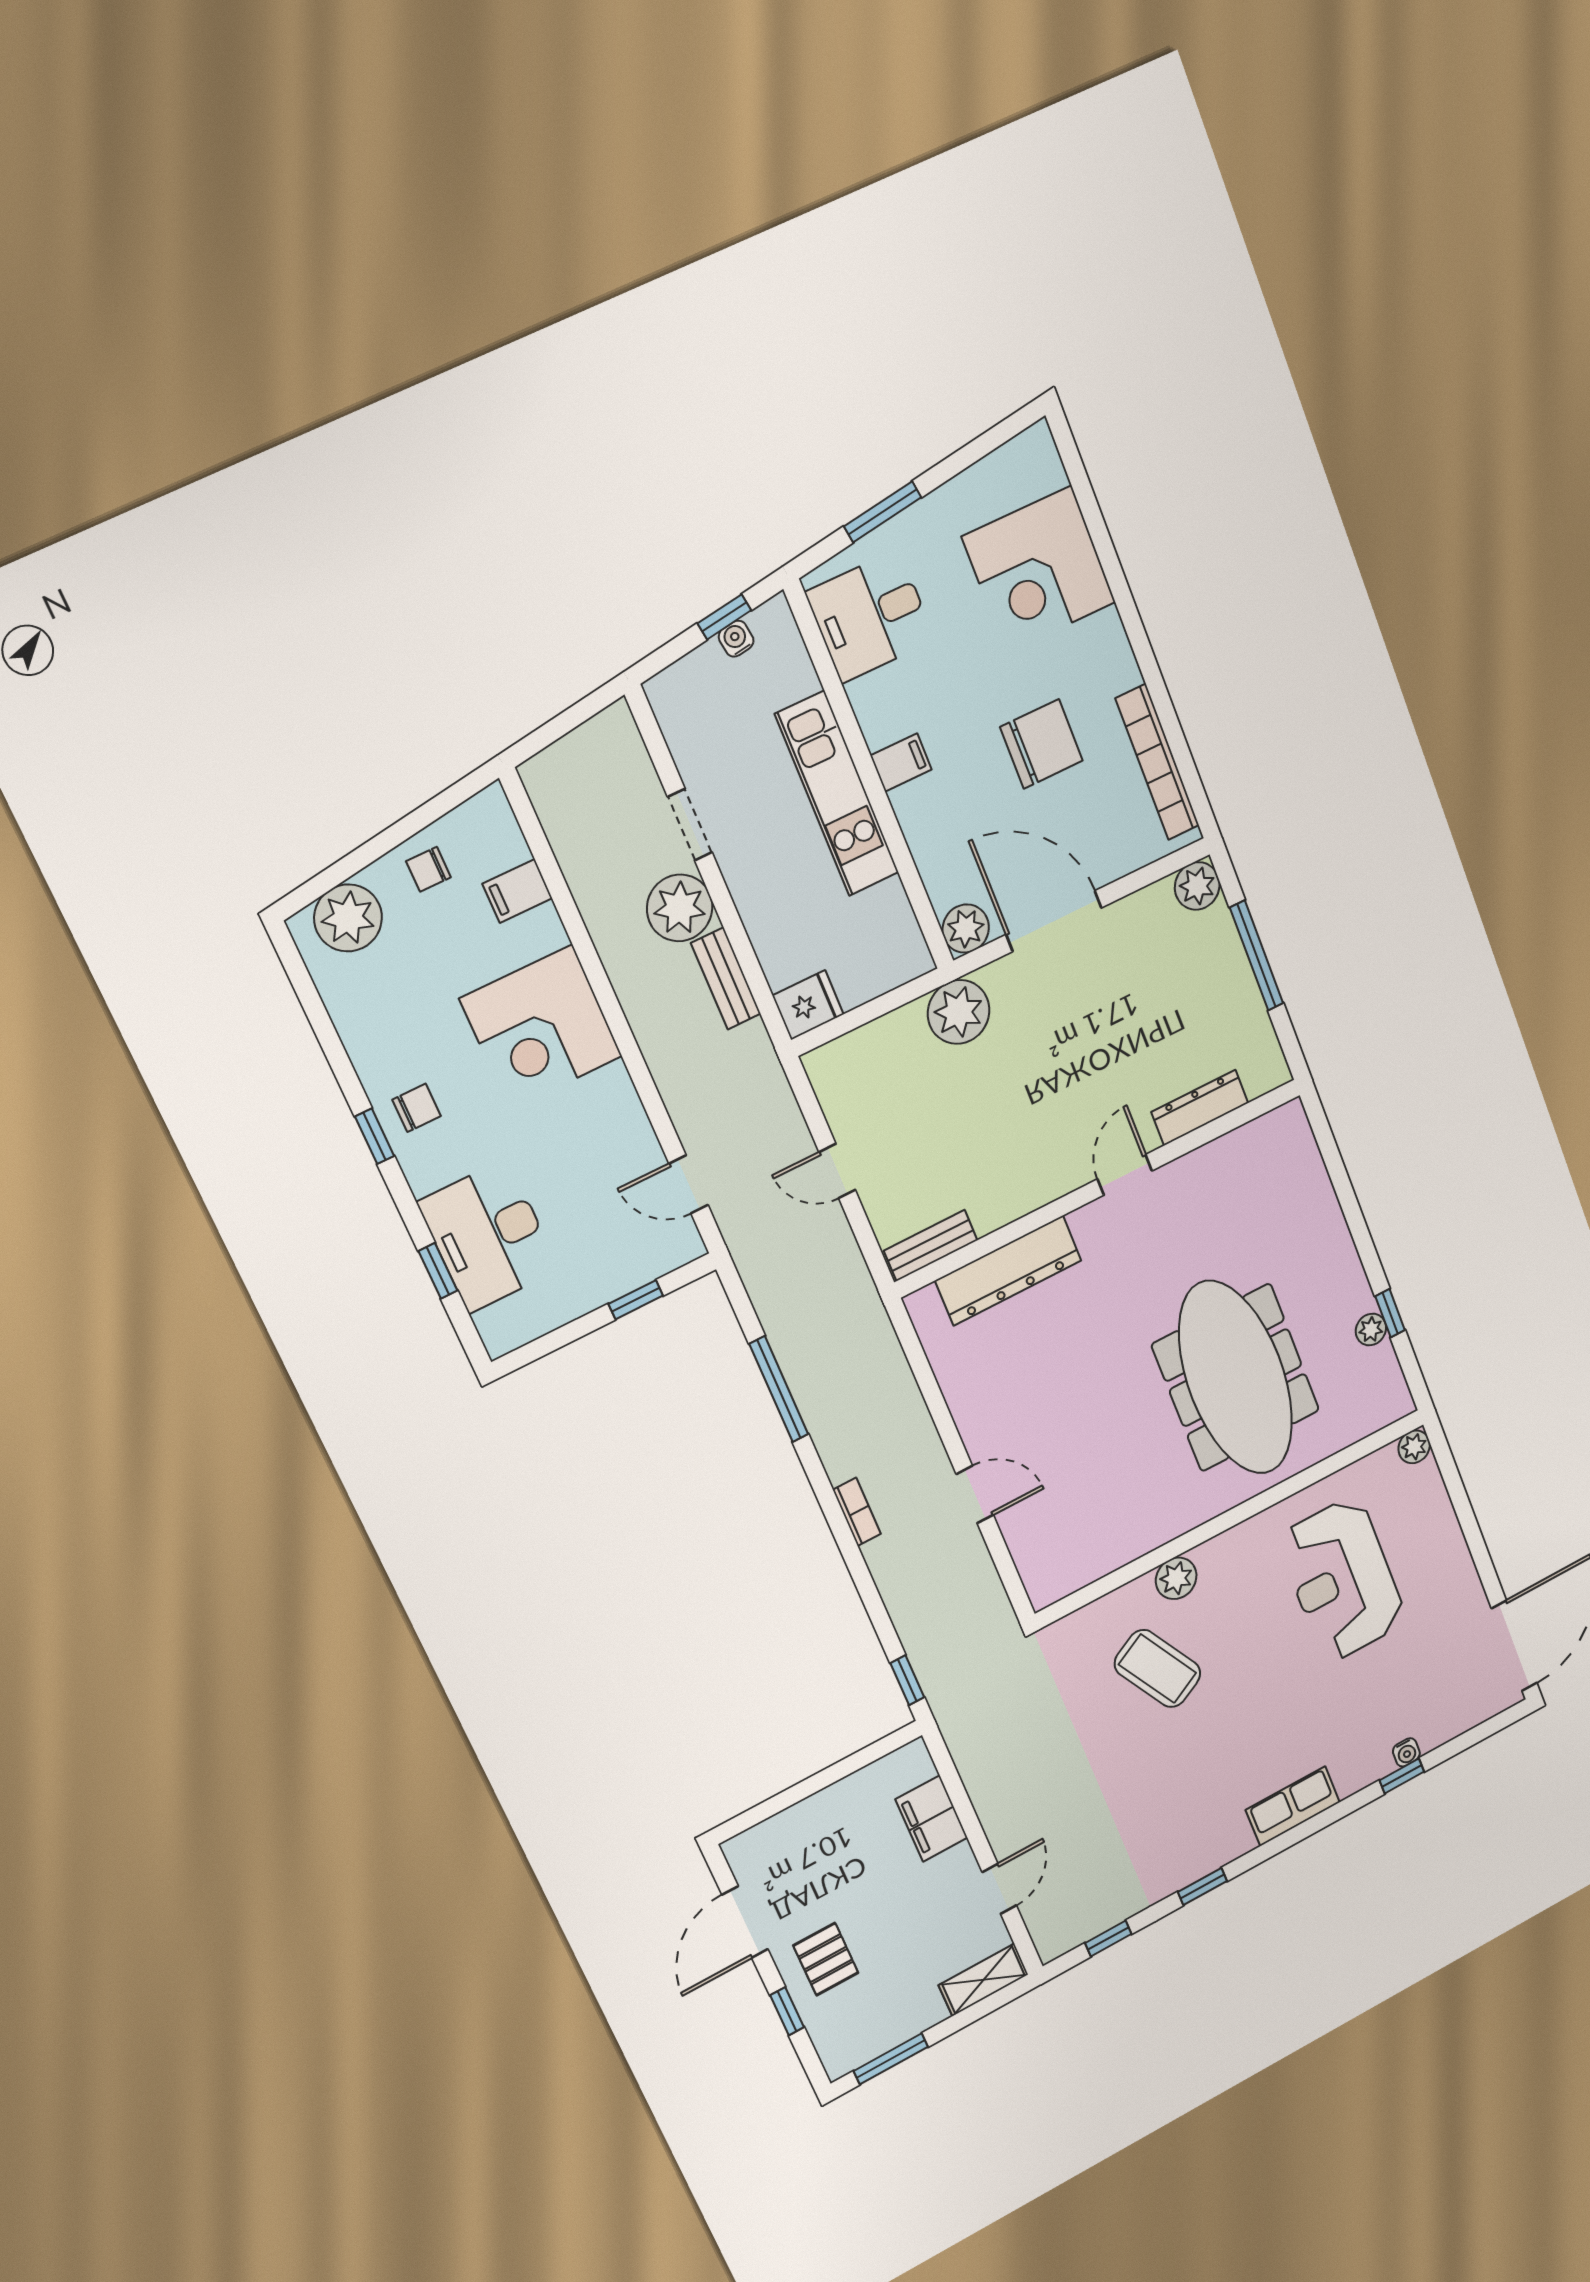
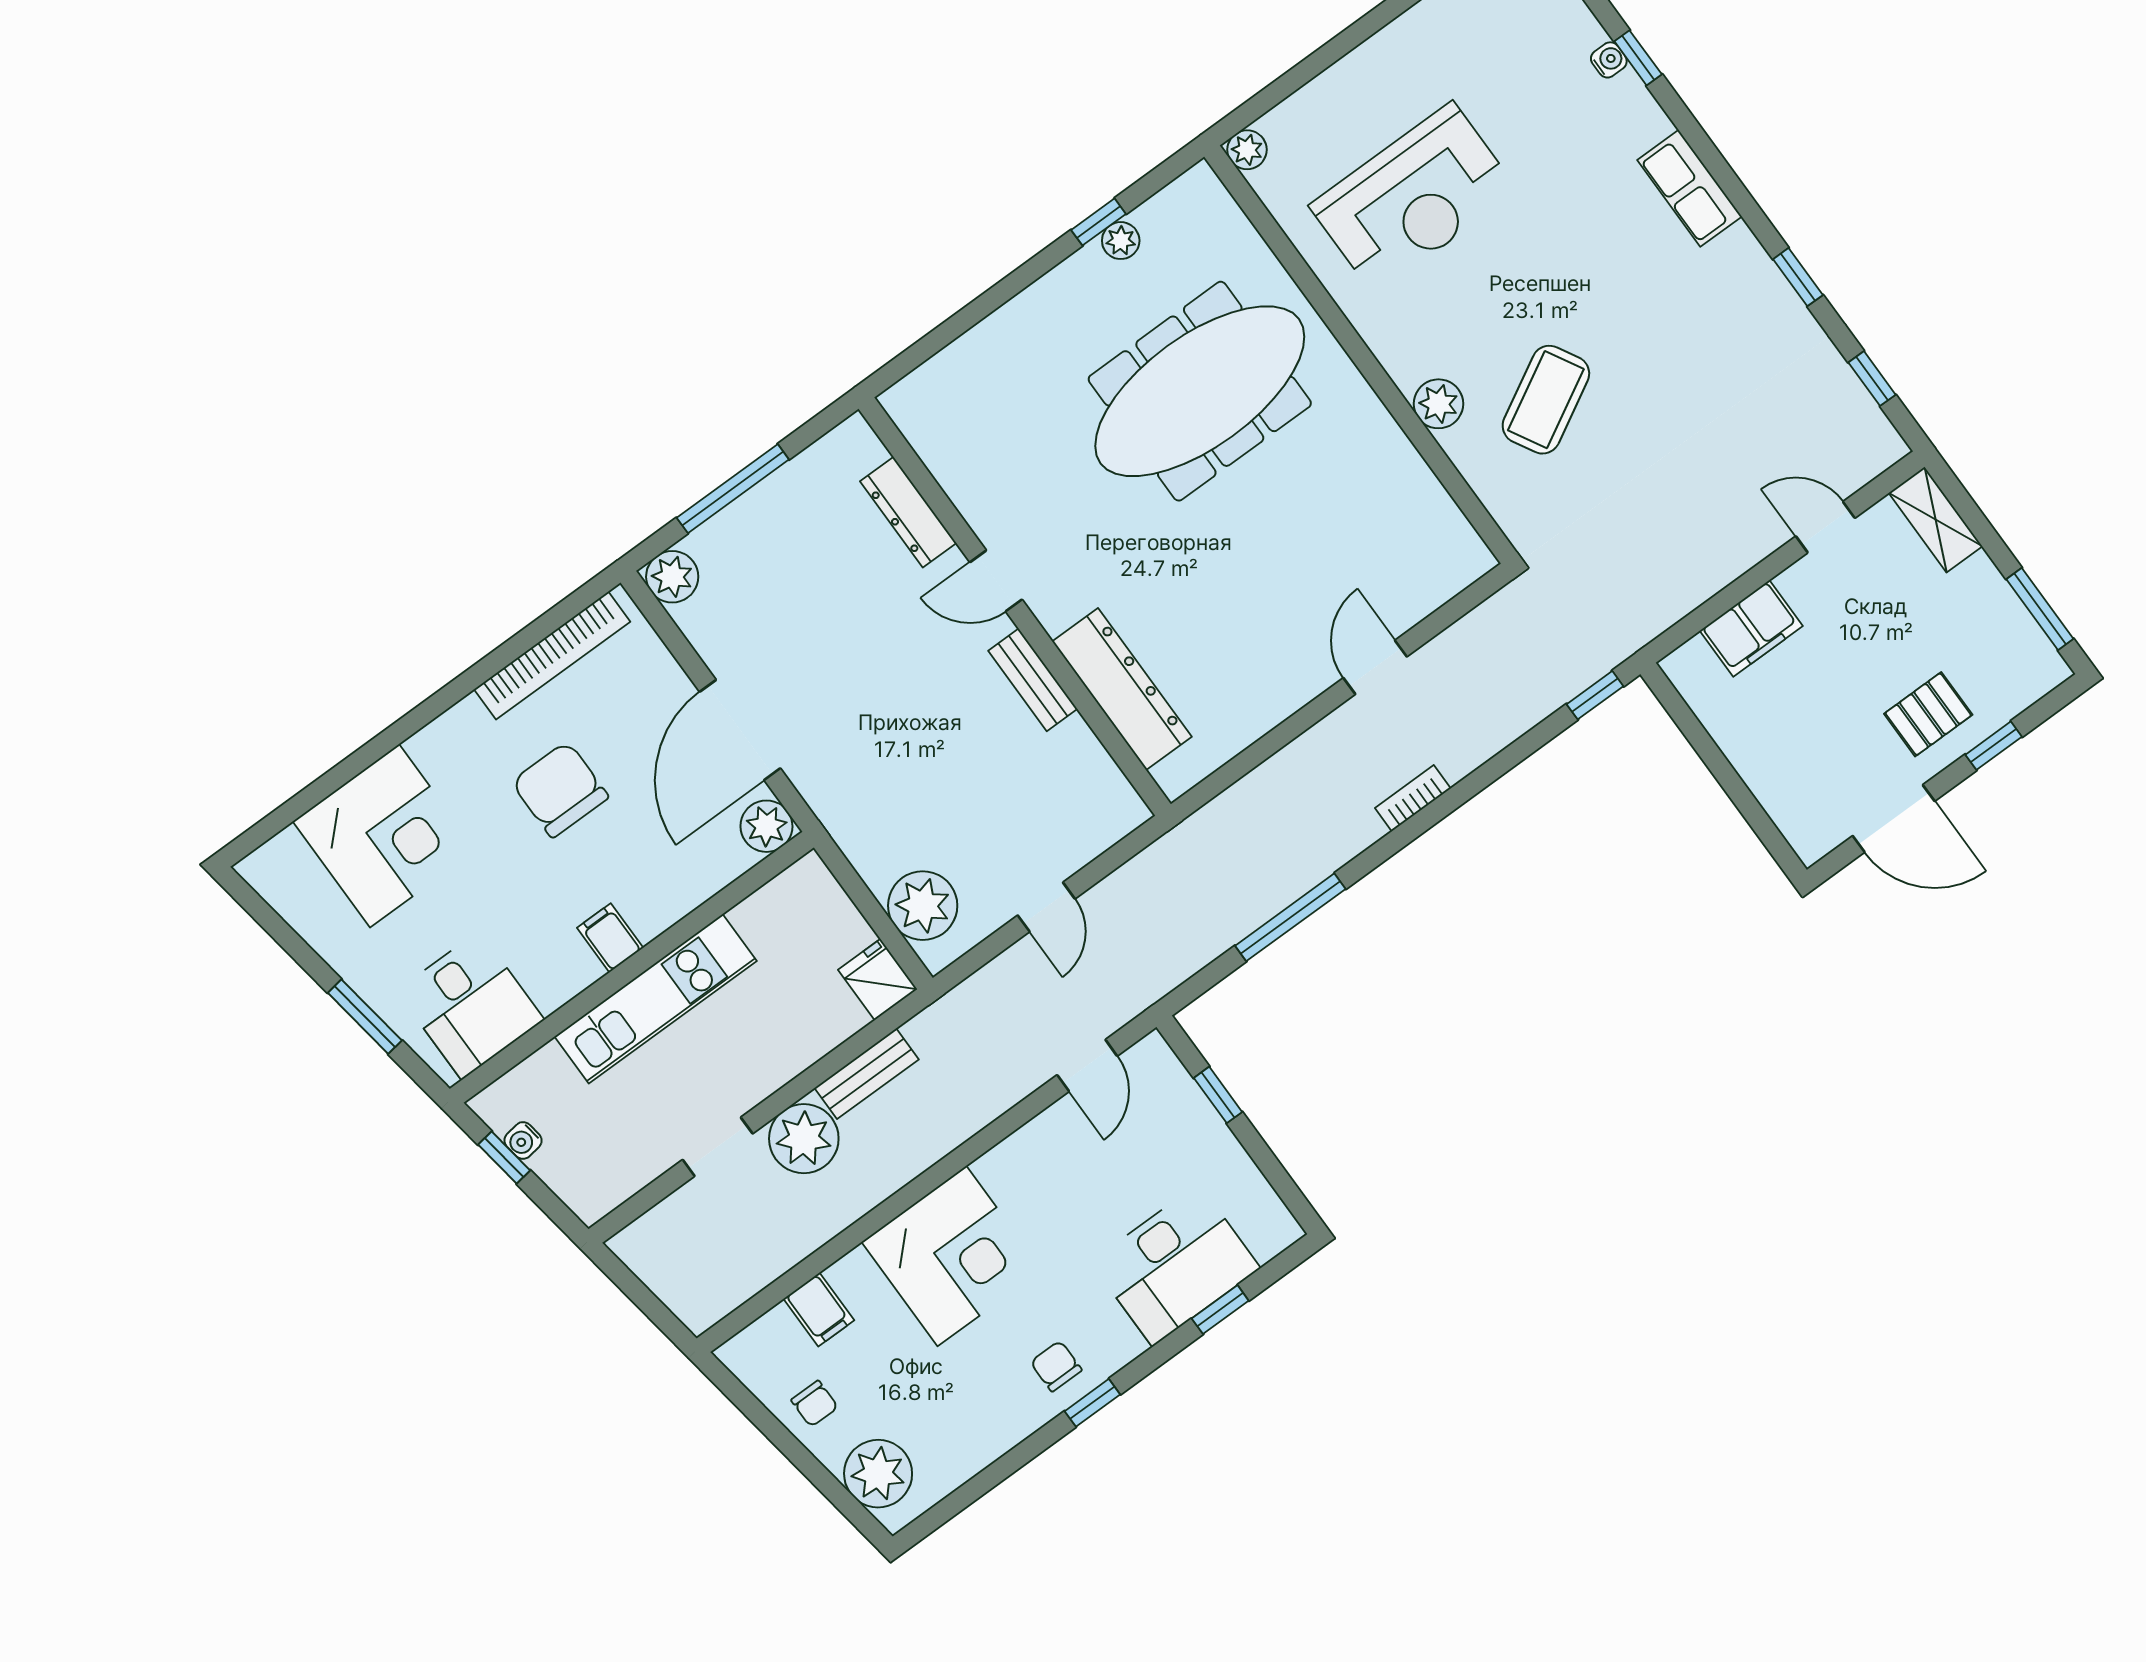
plant: (959, 1012) -> (923, 906), moved
bench: (931, 1245) -> (1033, 680), moved

